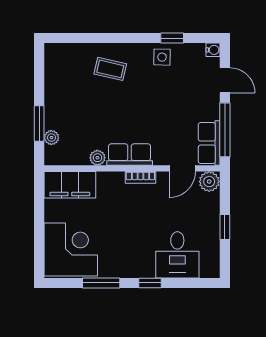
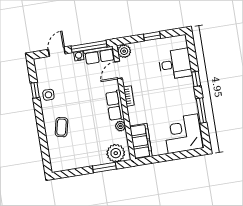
water cooler: (213, 50) -> (79, 56), moved
plant: (51, 138) -> (116, 153), width x1.87, depth x1.87
door: (182, 168) -> (118, 70), swing flipped

